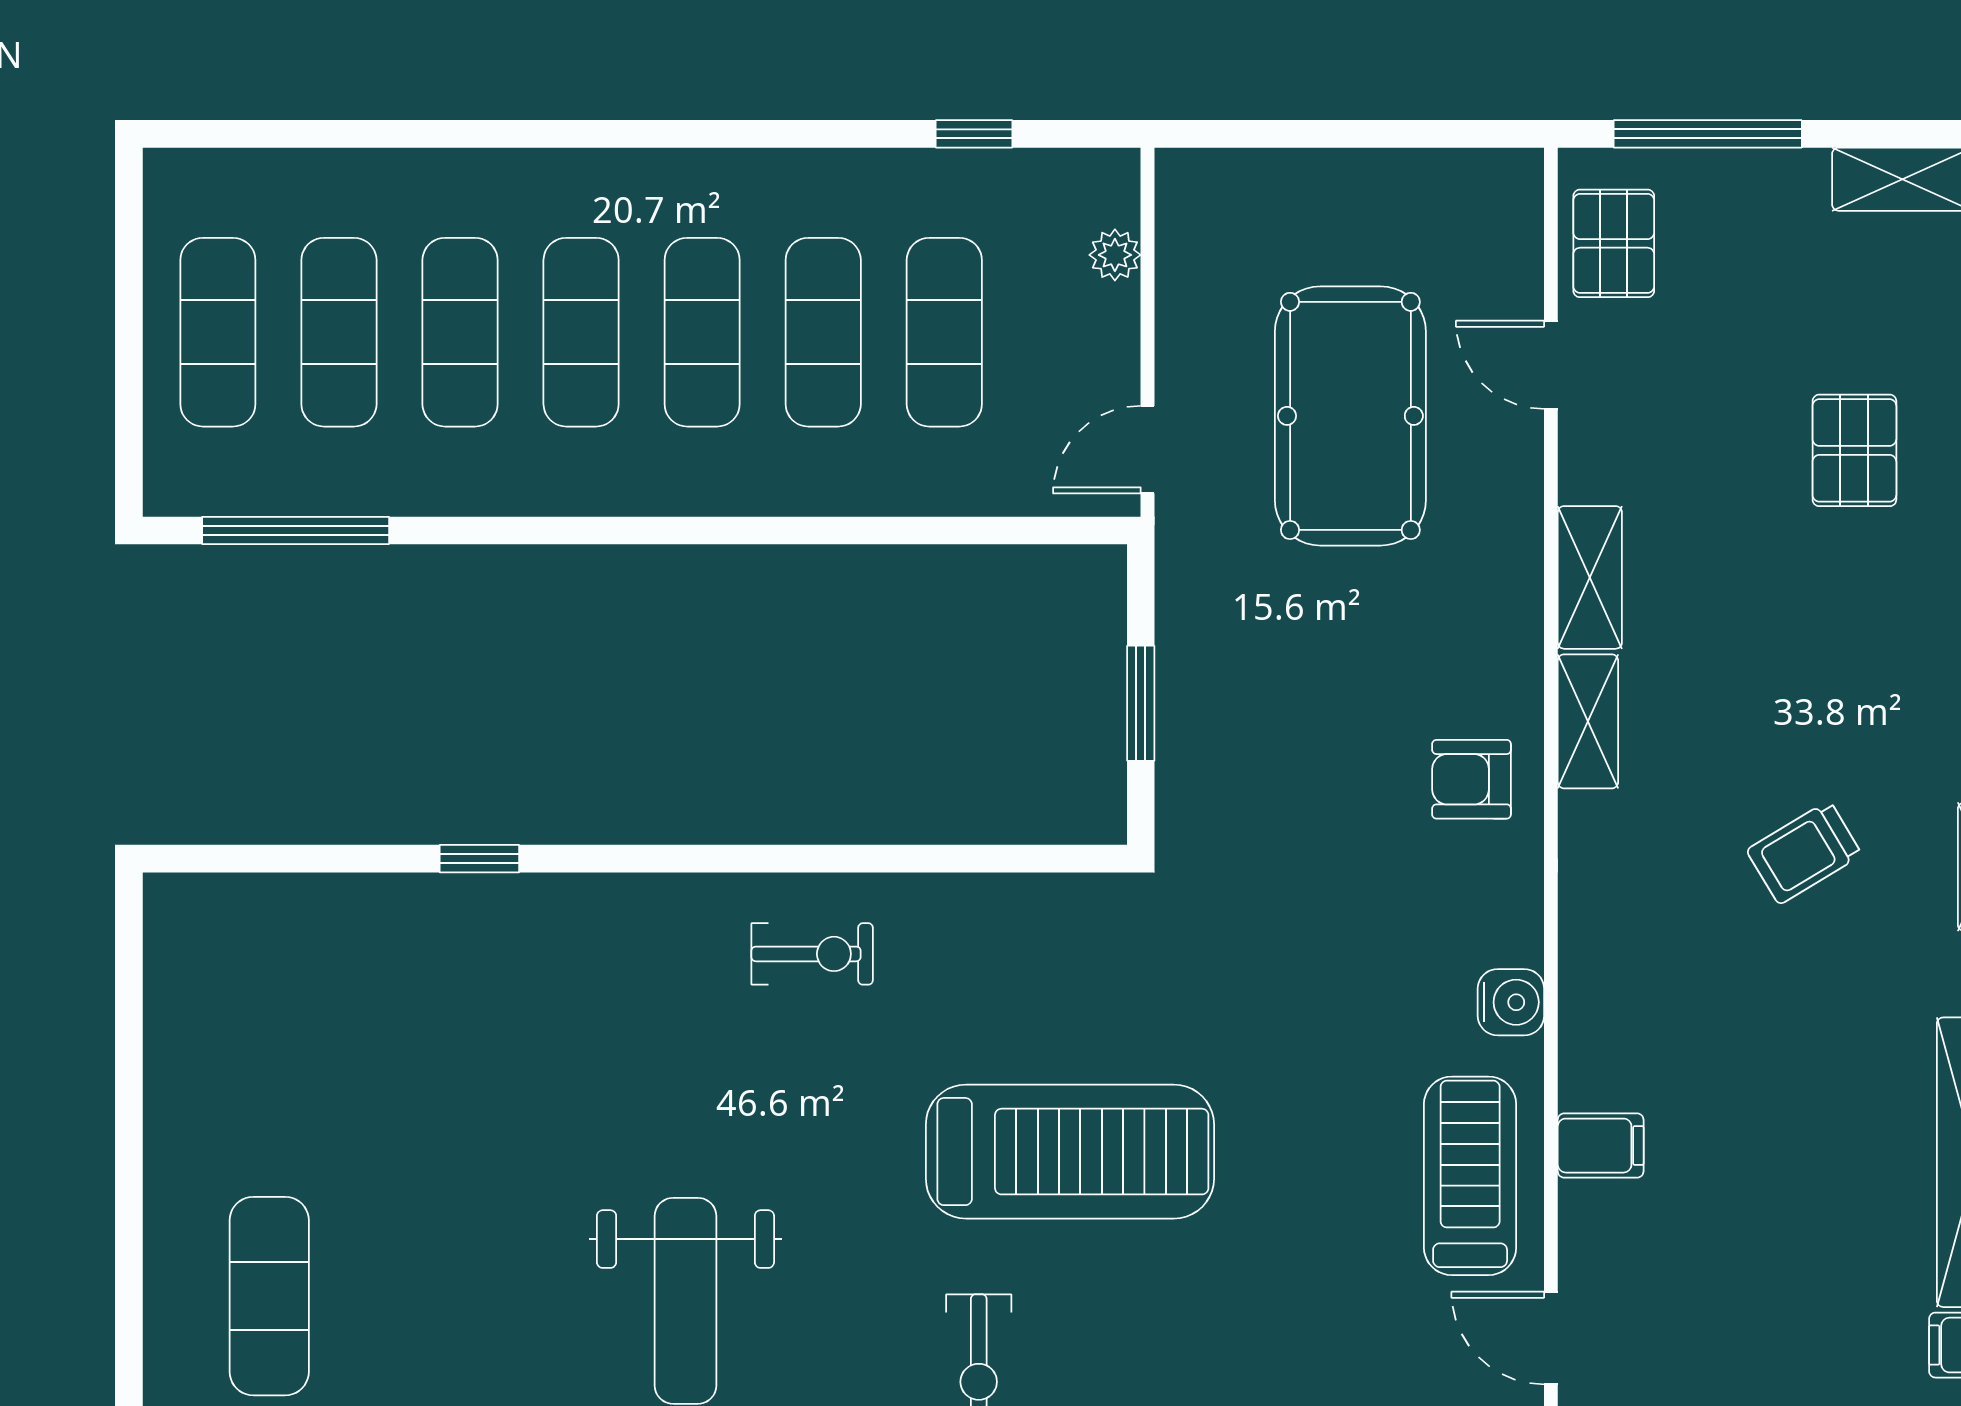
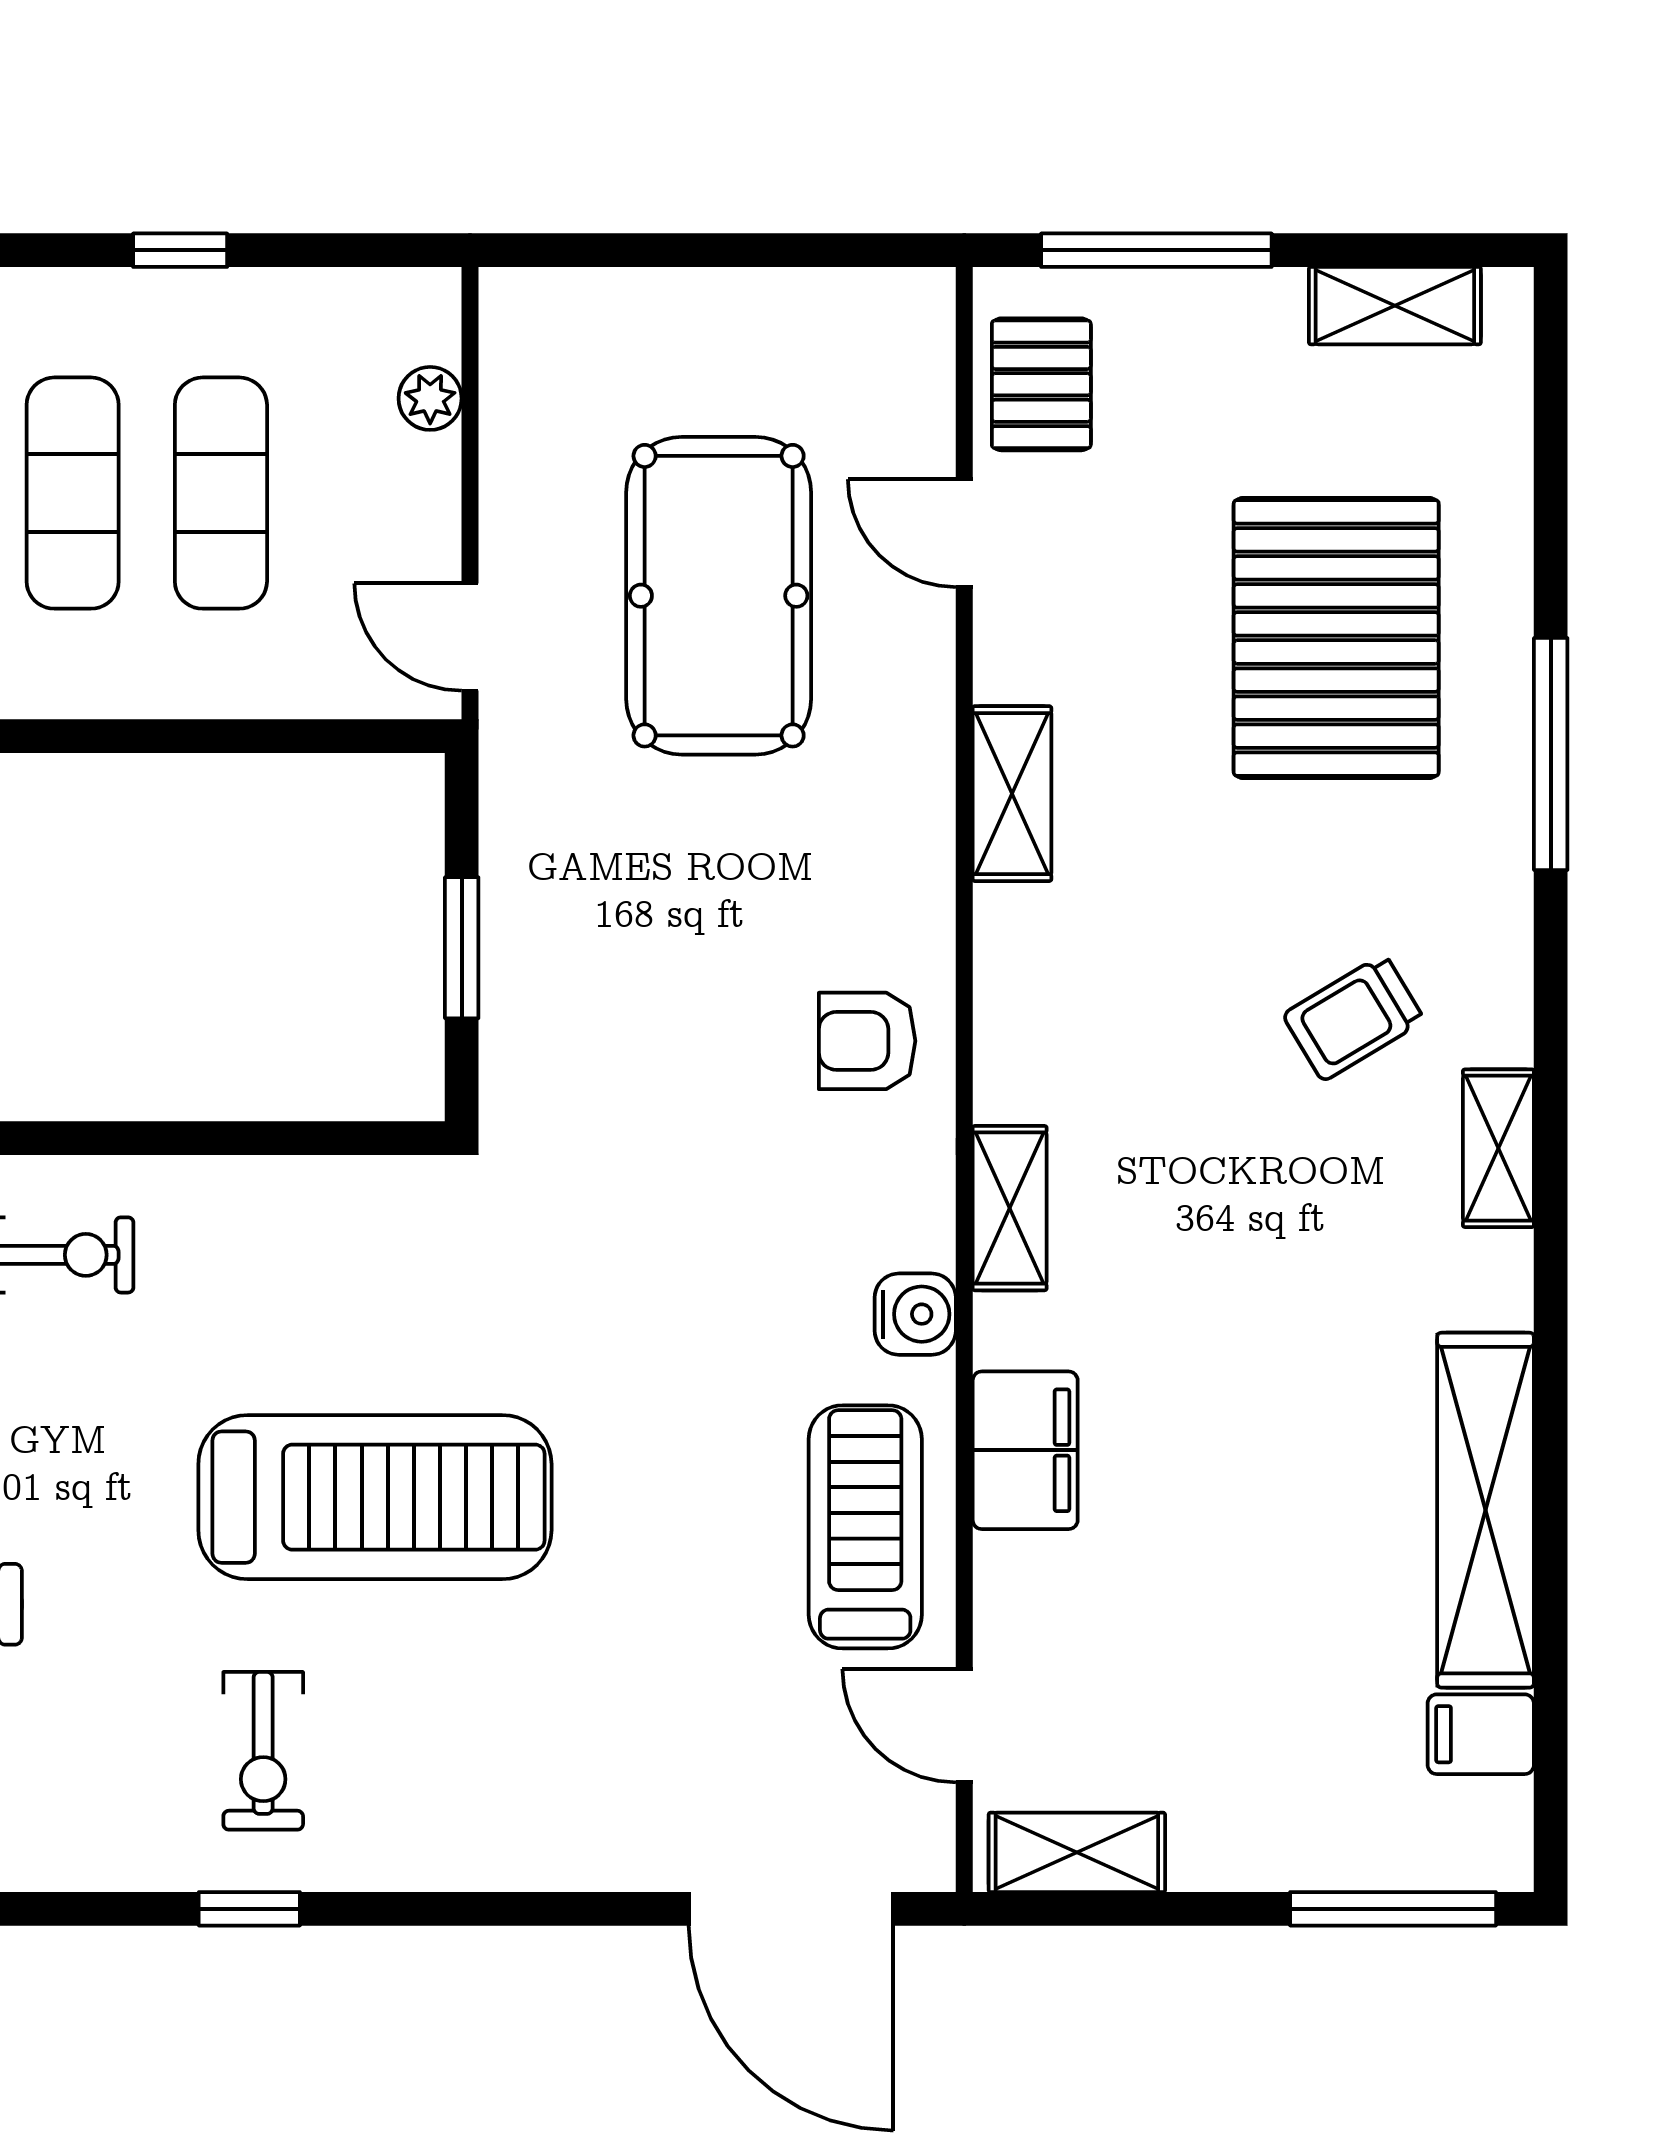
window: (974, 134) -> (180, 250), moved
door: (1148, 450) -> (470, 637), hinge flipped
pallet: (1854, 450) -> (1336, 638), width x2.05, depth x2.00
shelving: (1588, 721) -> (1010, 1208), moved
trolley: (1804, 852) -> (1354, 1018), moved
filing cabinet: (1601, 1146) -> (1025, 1450), width x2.00

